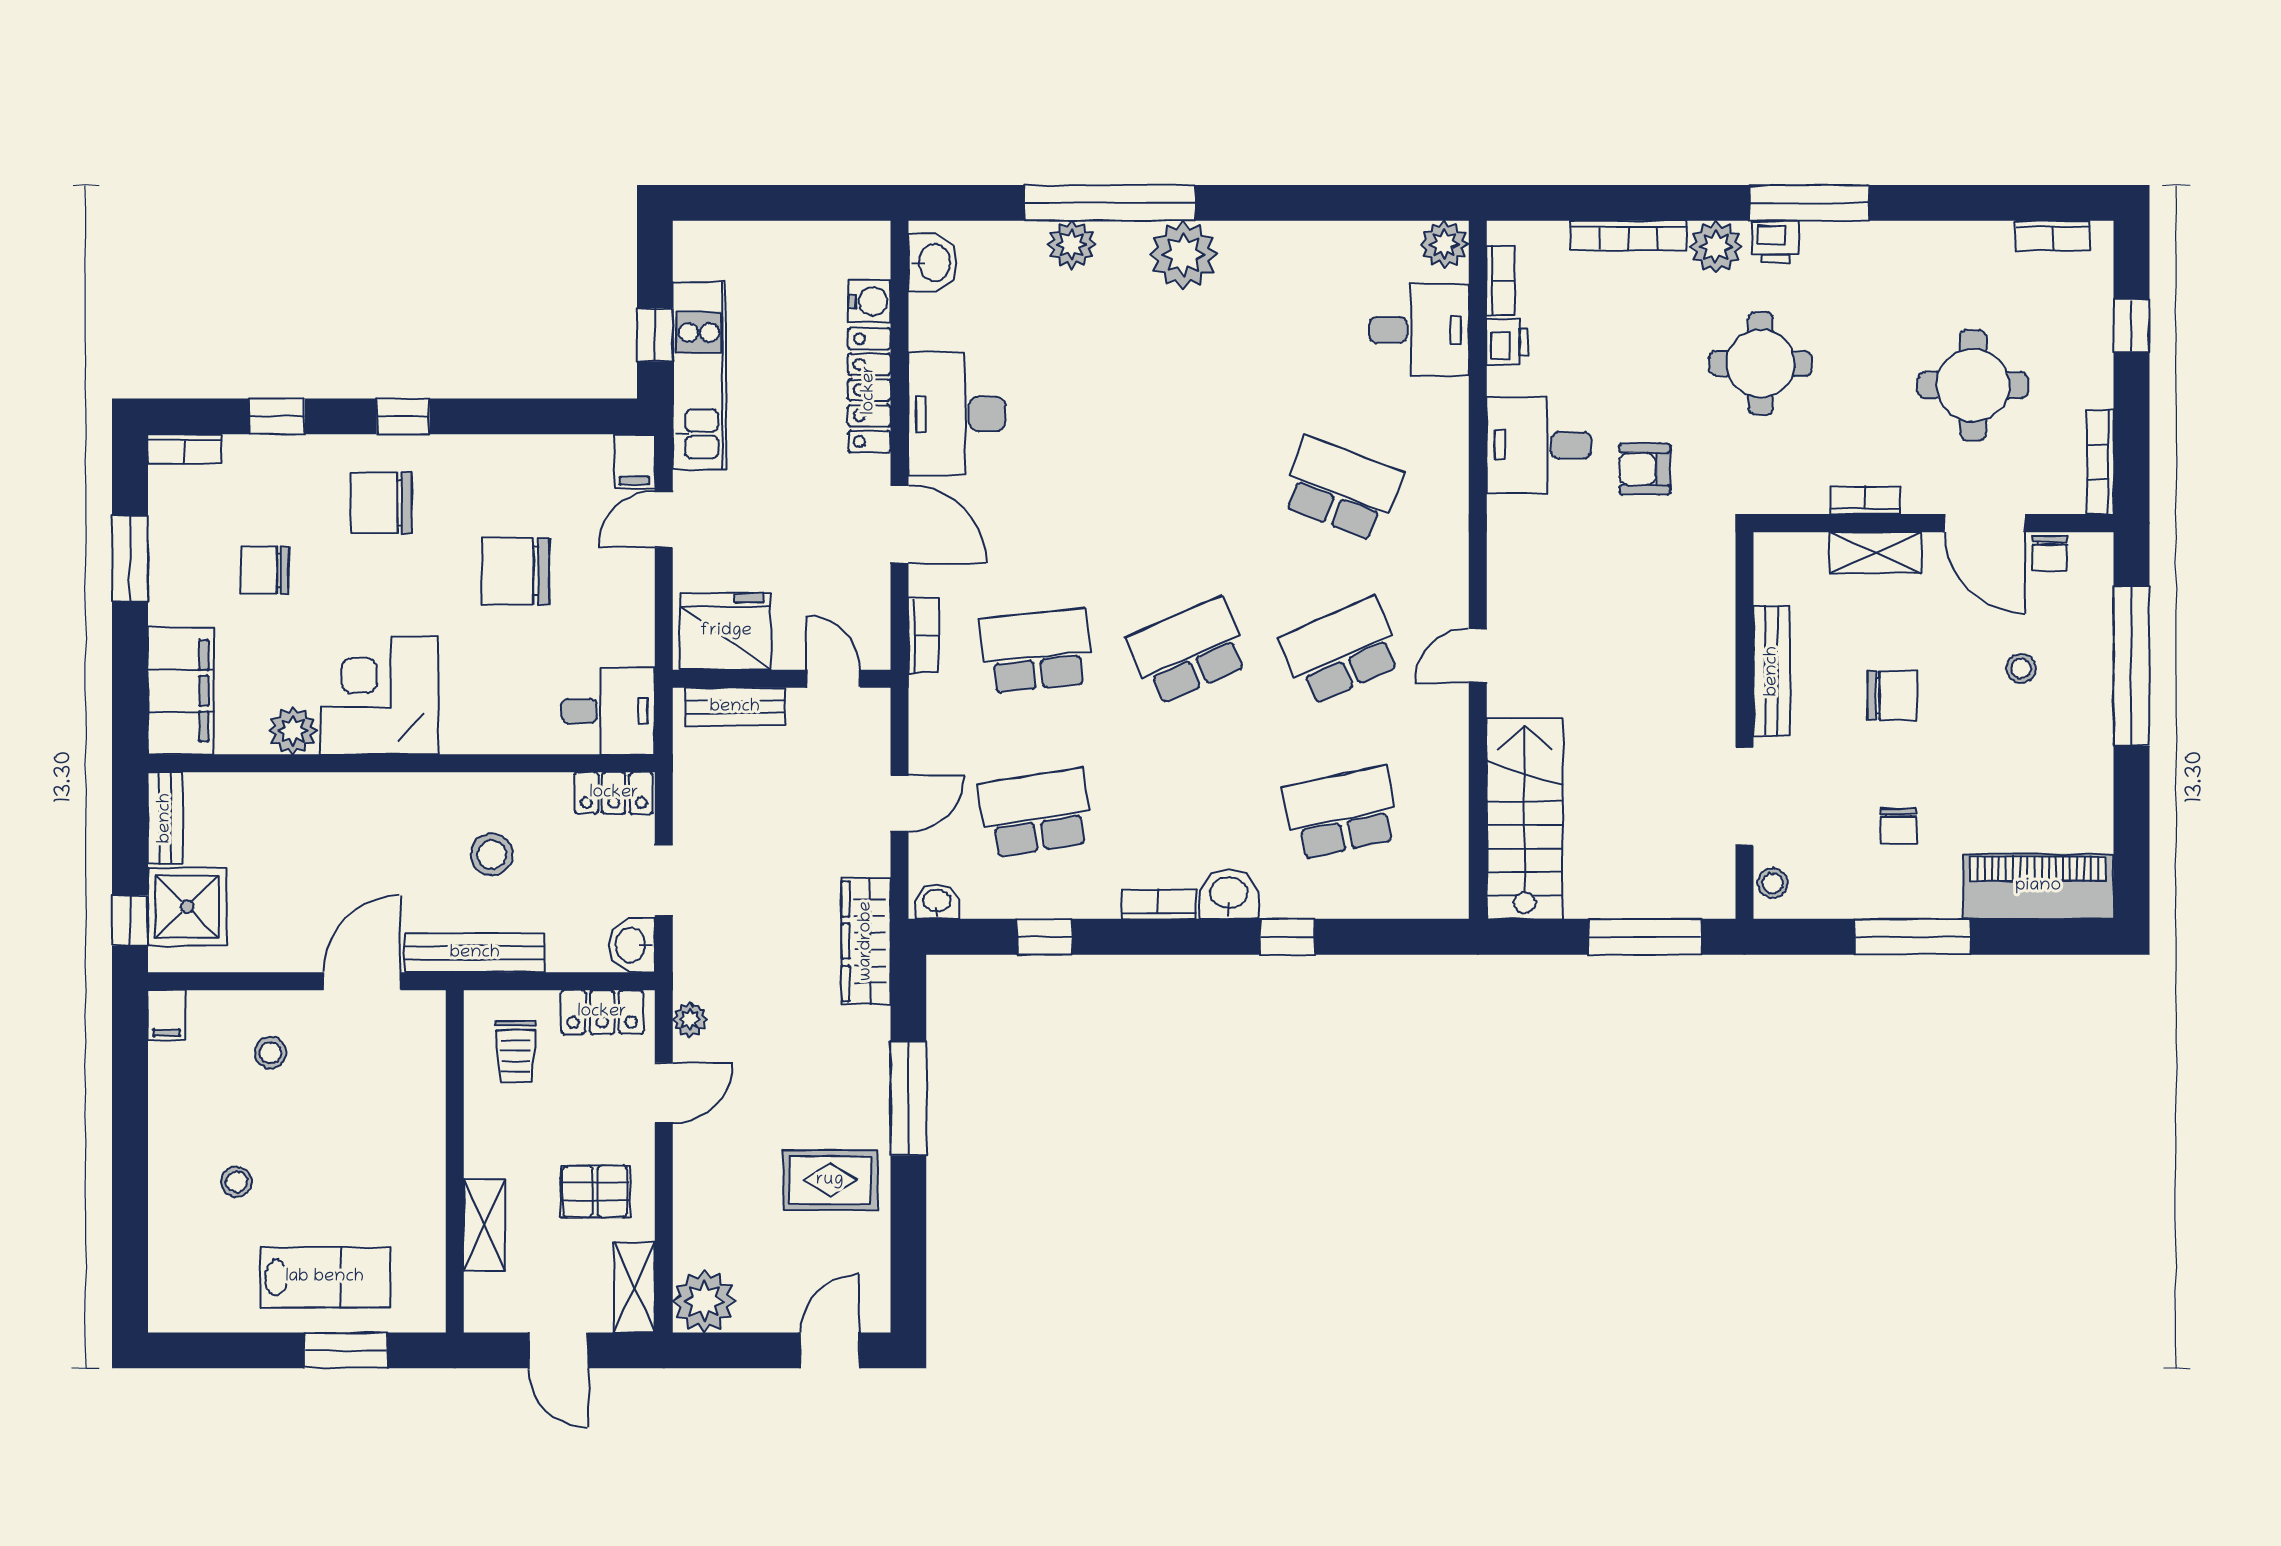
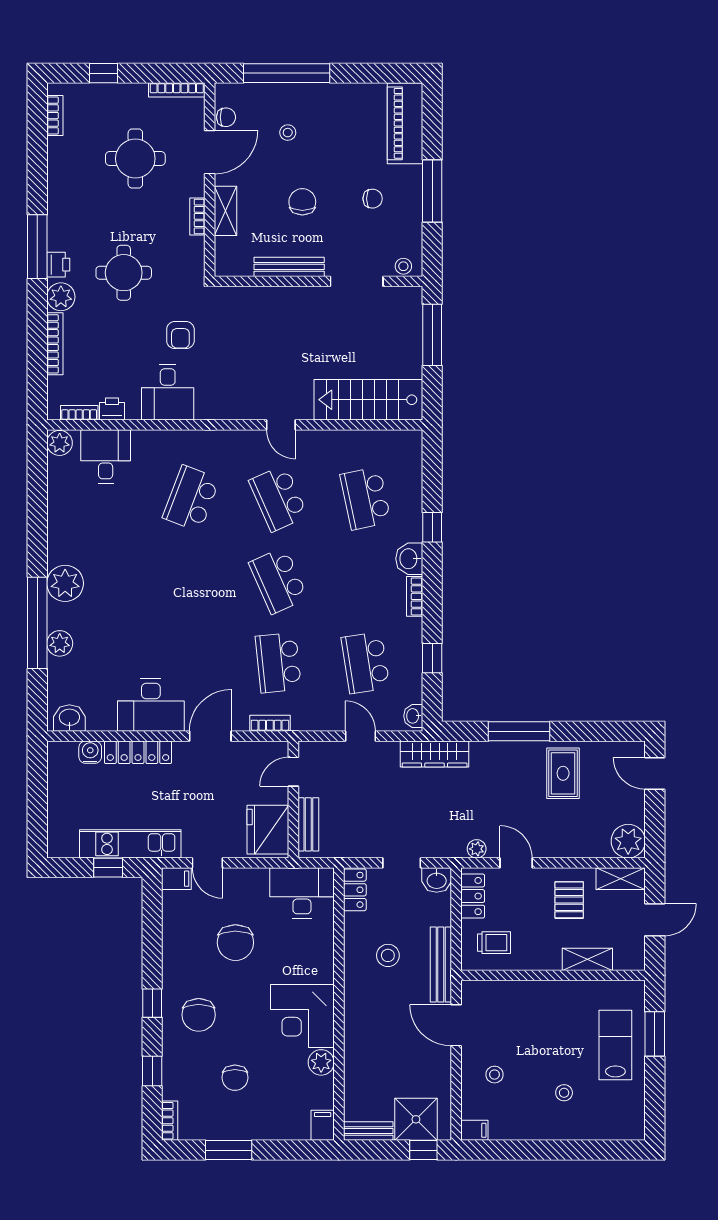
filing cabinet: (181, 691) -> (323, 1125), width x0.33, depth x0.86
desk: (608, 711) -> (302, 893), width x1.37

